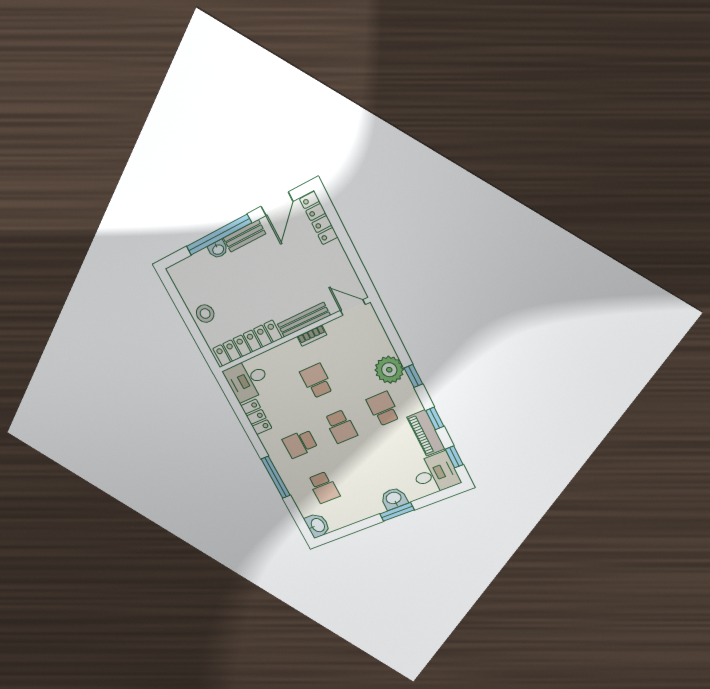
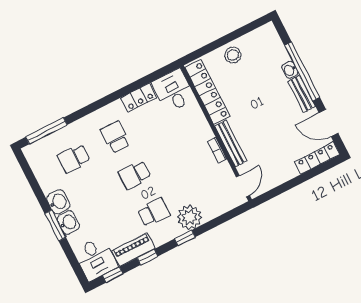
school desk: (317, 381) -> (176, 154), removed
window: (276, 477) -> (46, 131), moved
washbasin: (317, 525) -> (58, 202), moved, turned -90

